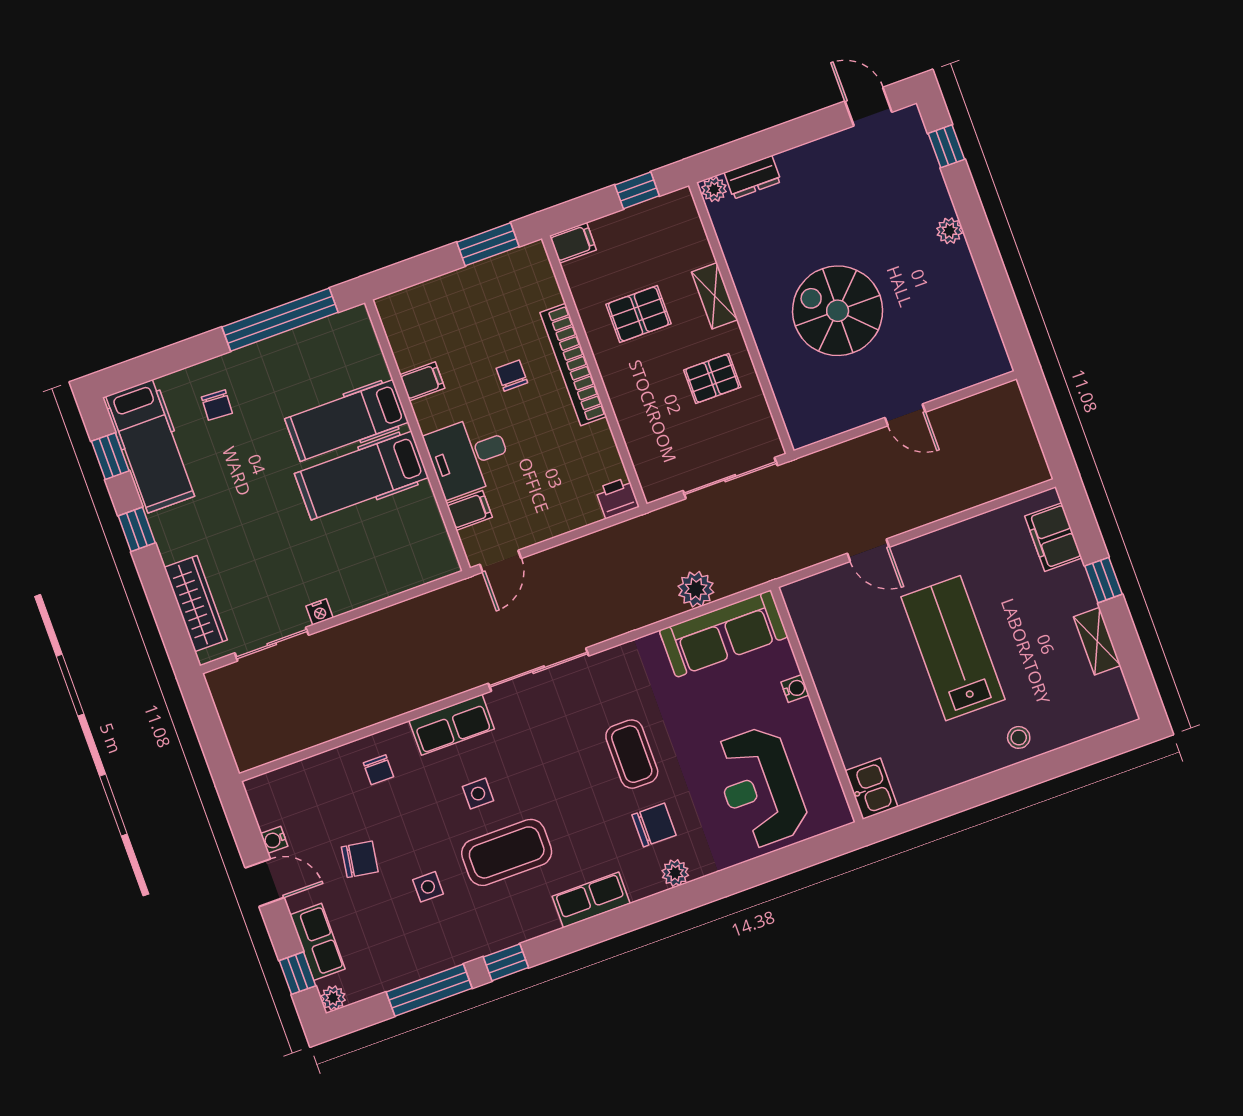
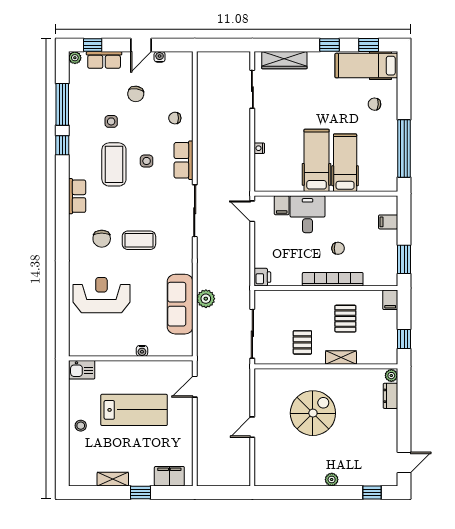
filing cabinet: (422, 381) -> (388, 222), moved, turned 90
nightstand: (320, 612) -> (259, 148), moved
water cooler: (795, 689) -> (142, 351), moved
wall: (817, 705) -> (131, 358), moved
kitchen sink: (871, 789) -> (82, 370), moved
plant: (675, 873) -> (75, 240), removed

